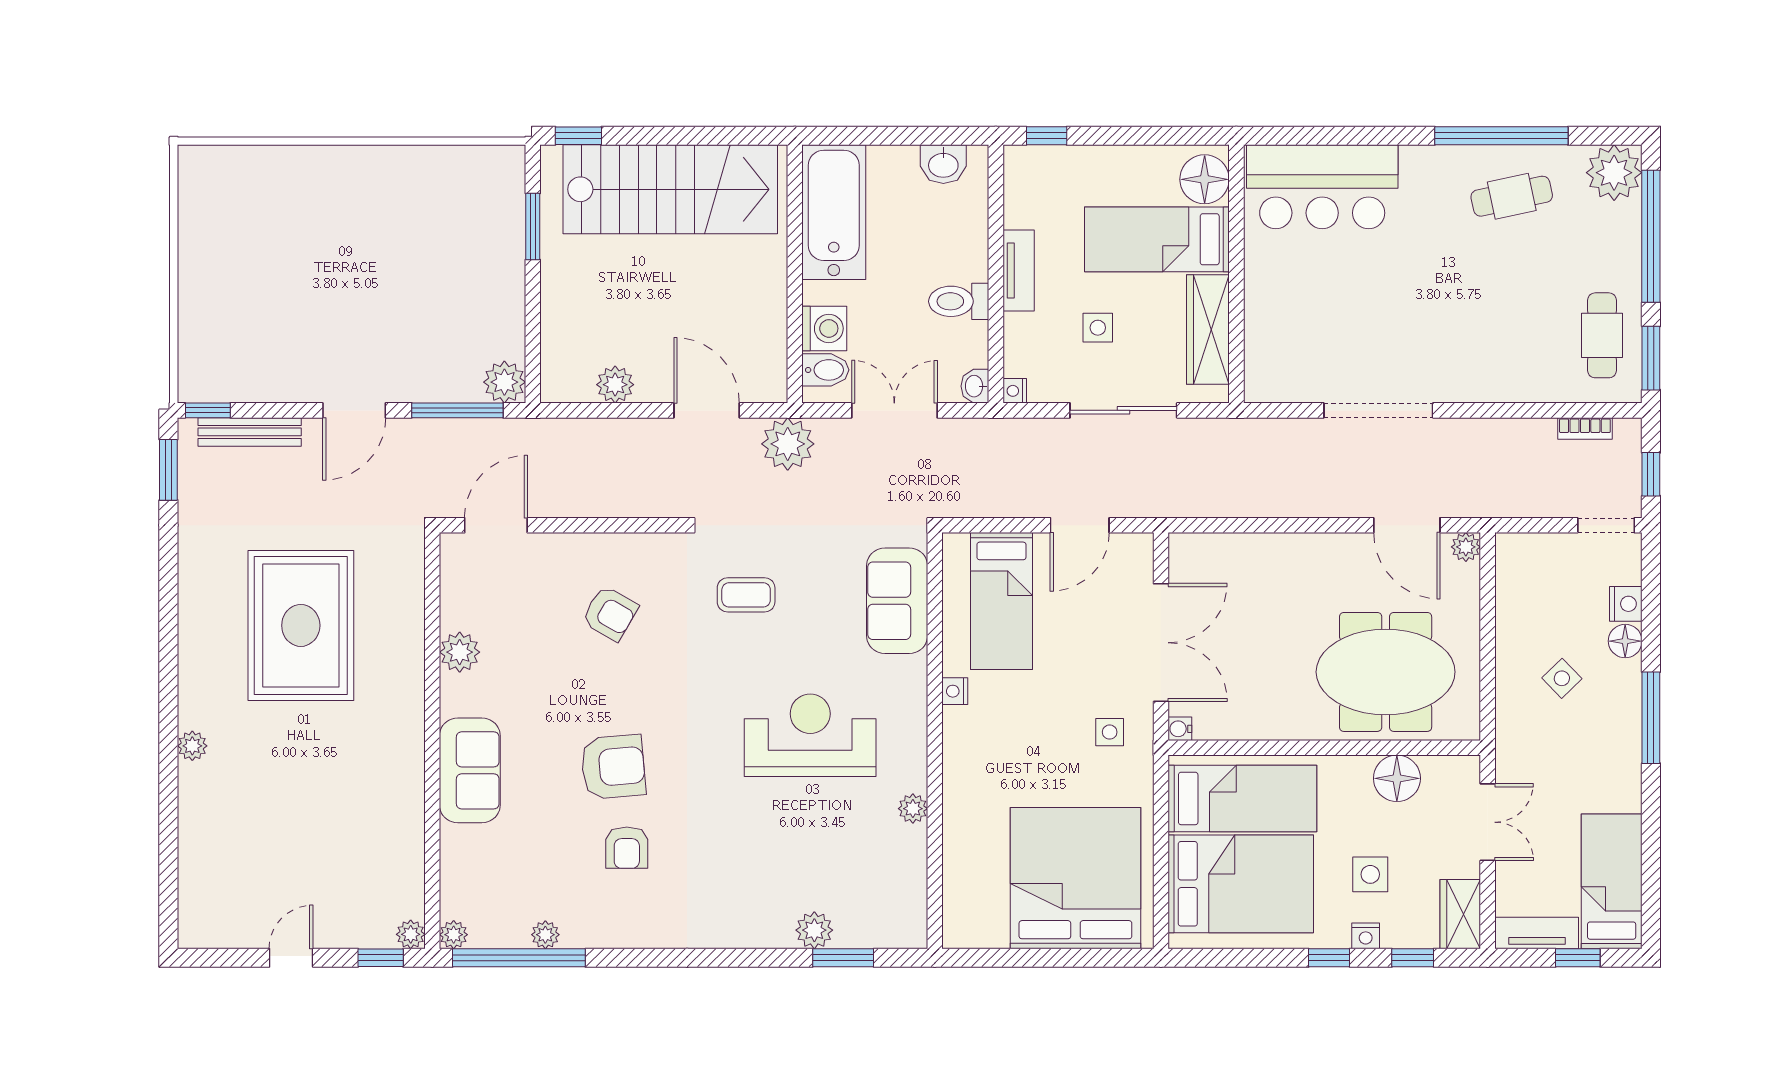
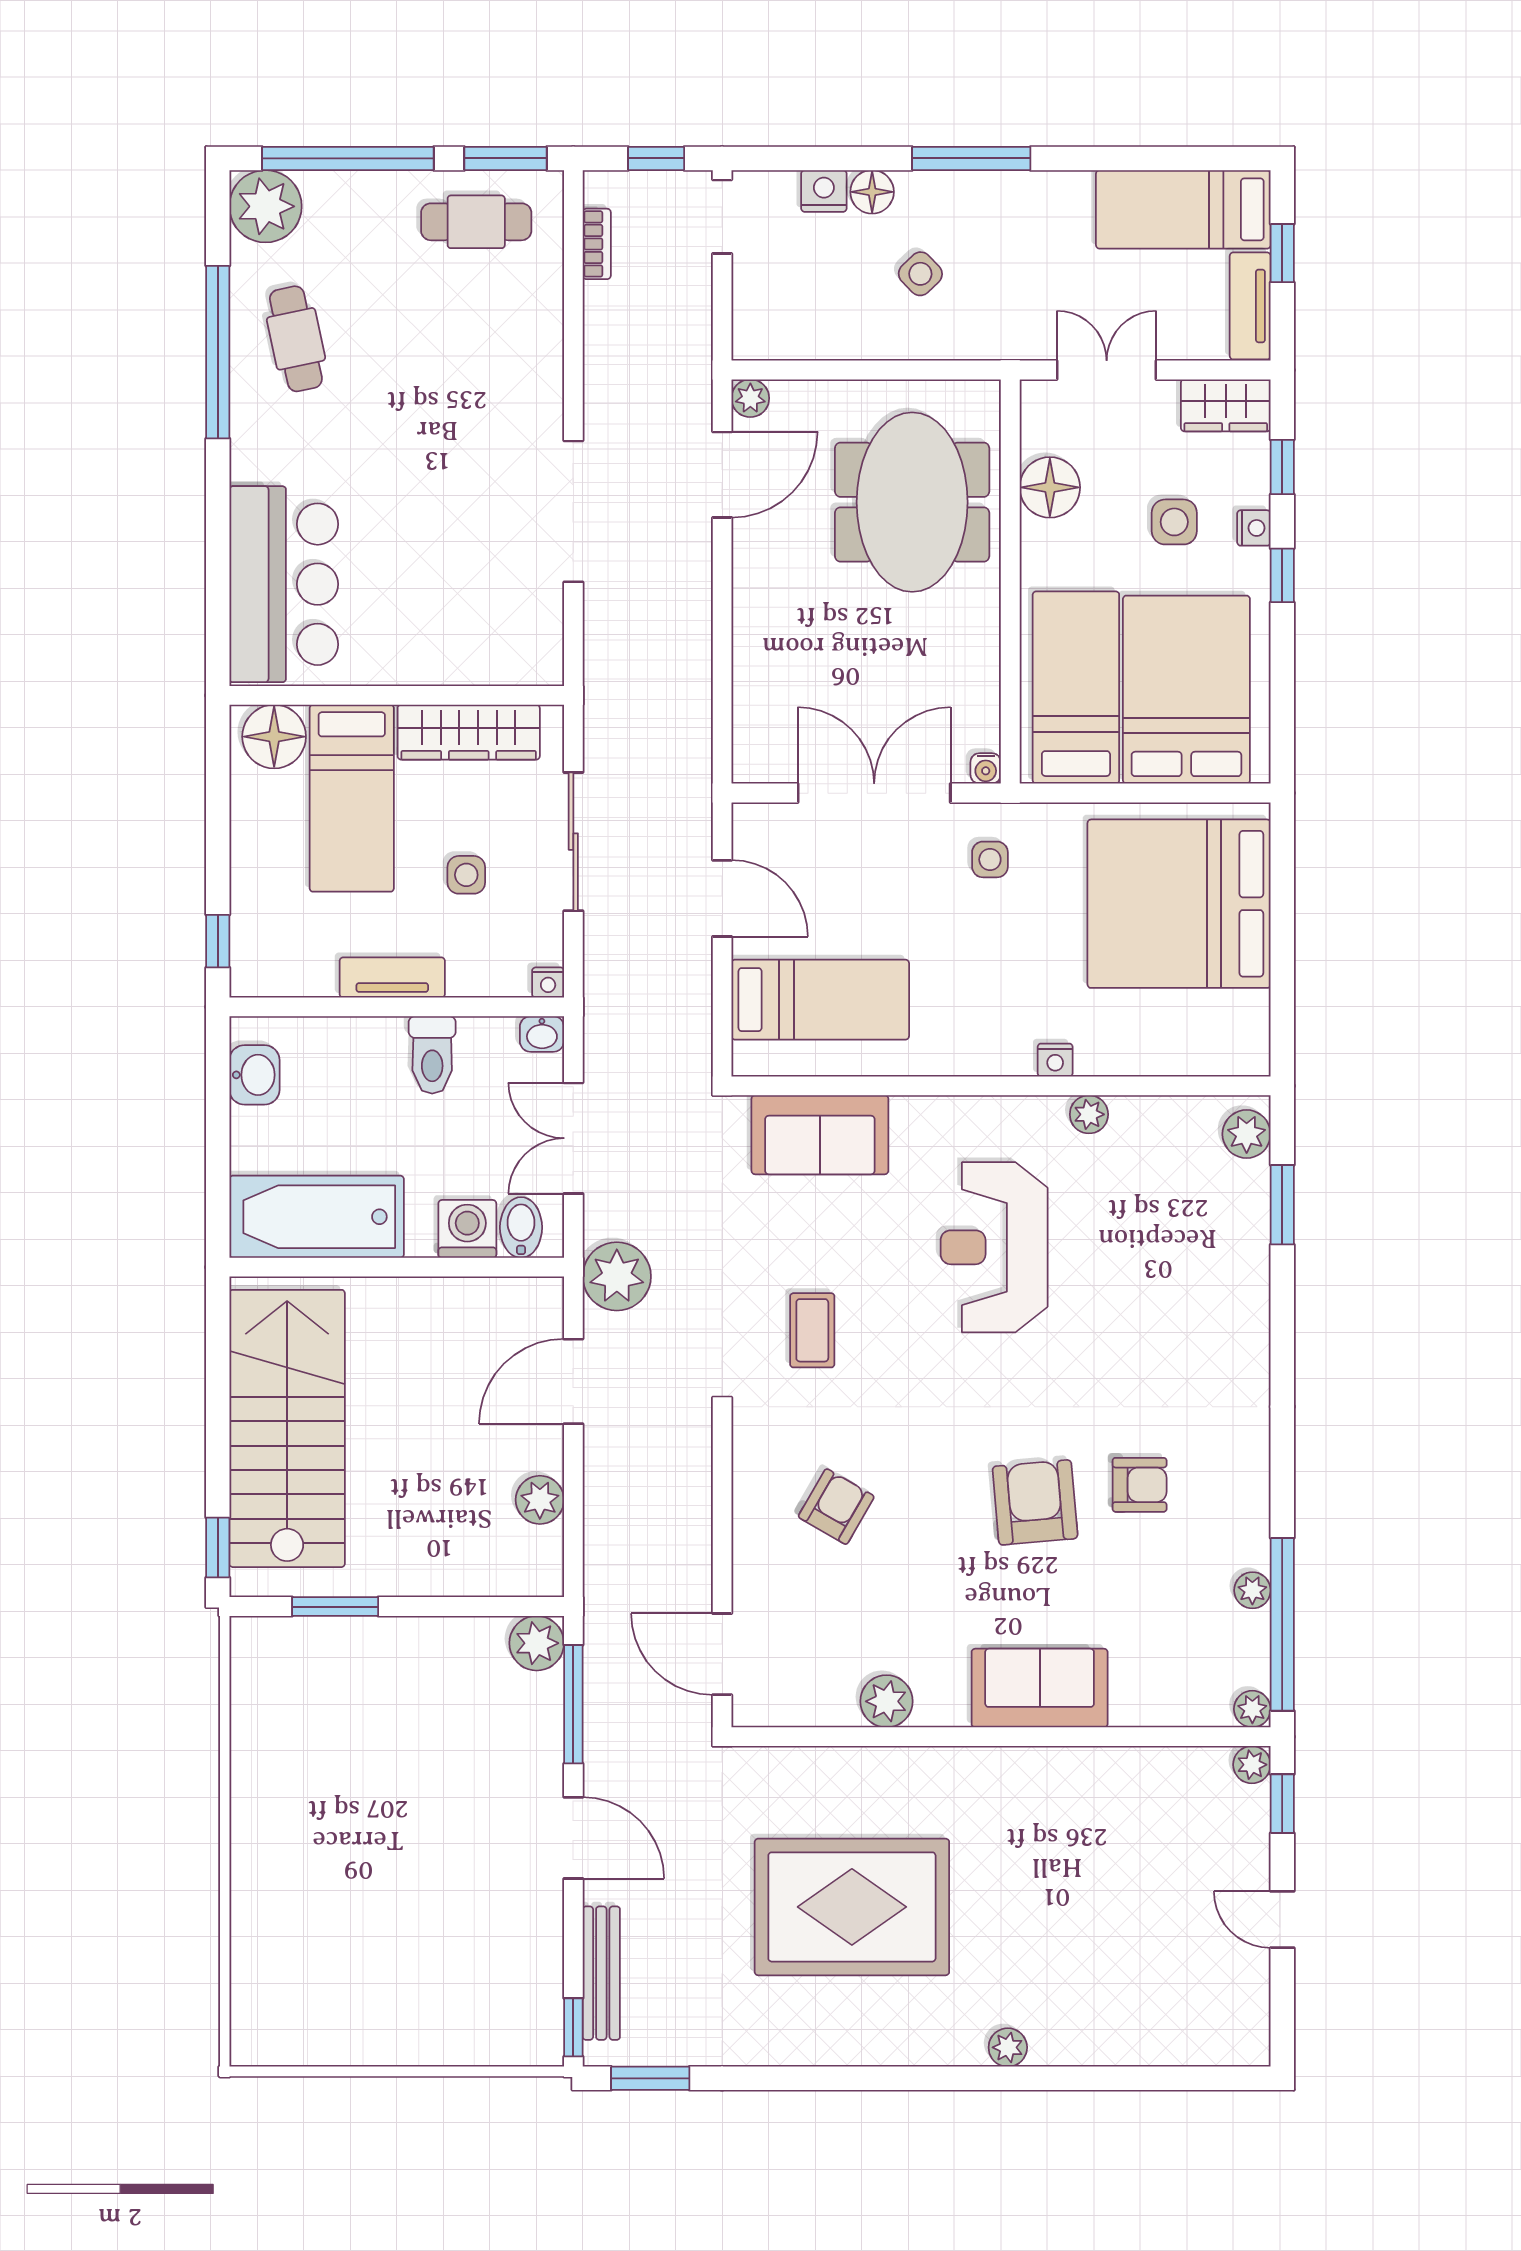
nightstand: (955, 691) -> (1055, 1060), moved
plant: (814, 930) -> (1247, 1134), moved

